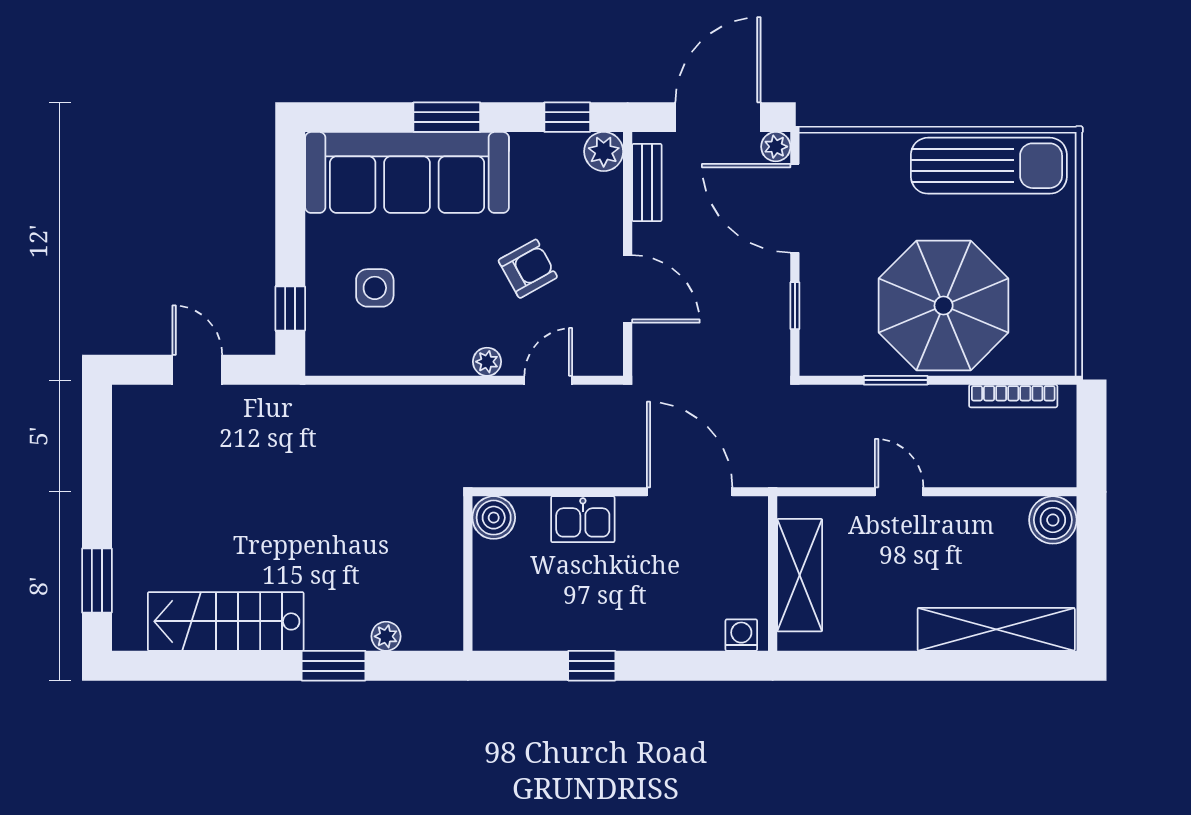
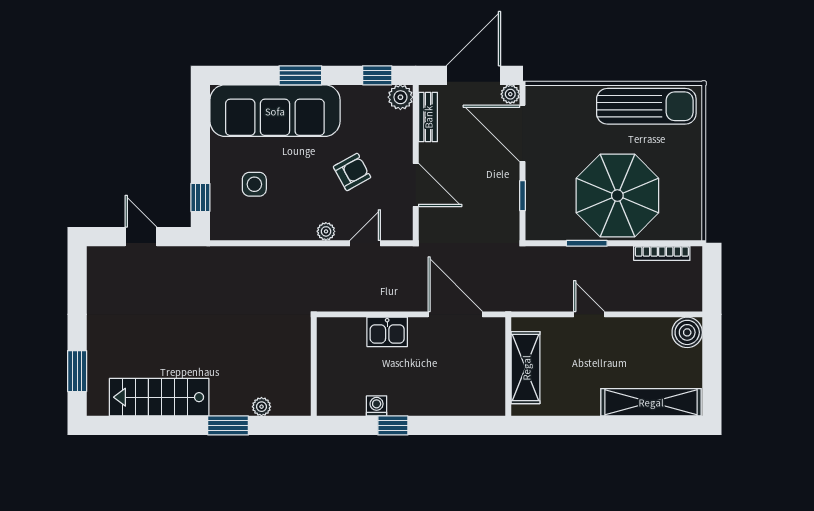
boiler: (494, 518) -> (330, 331), removed
washing machine: (741, 635) -> (377, 406), moved

